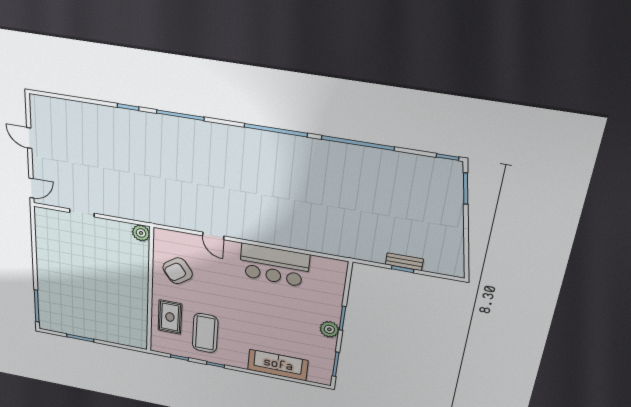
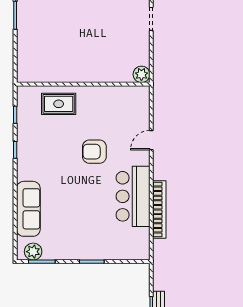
bookcase: (292, 241) -> (159, 210), added
armchair: (178, 271) -> (94, 152), moved, turned -54
plant: (329, 329) -> (33, 252), moved
coffee table: (205, 333) -> (48, 138), removed

